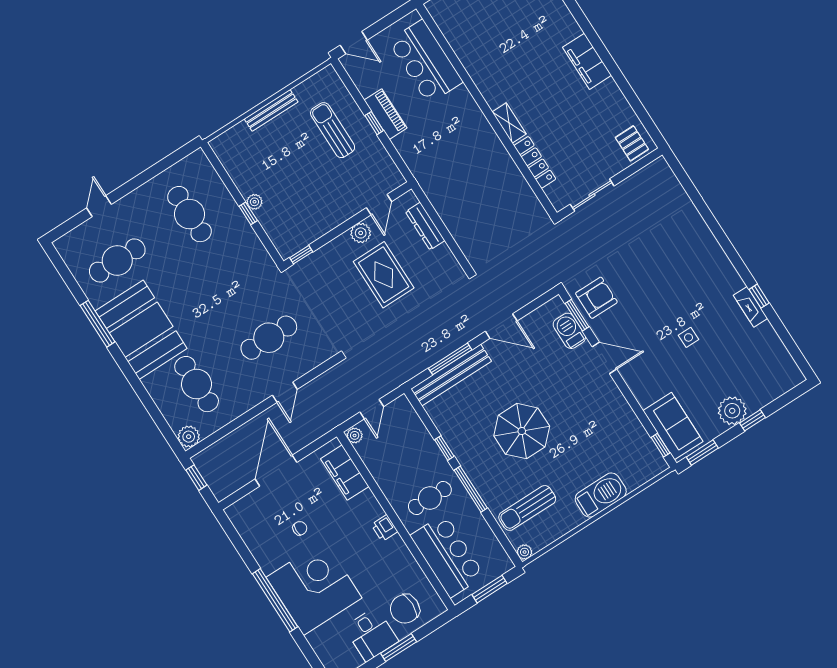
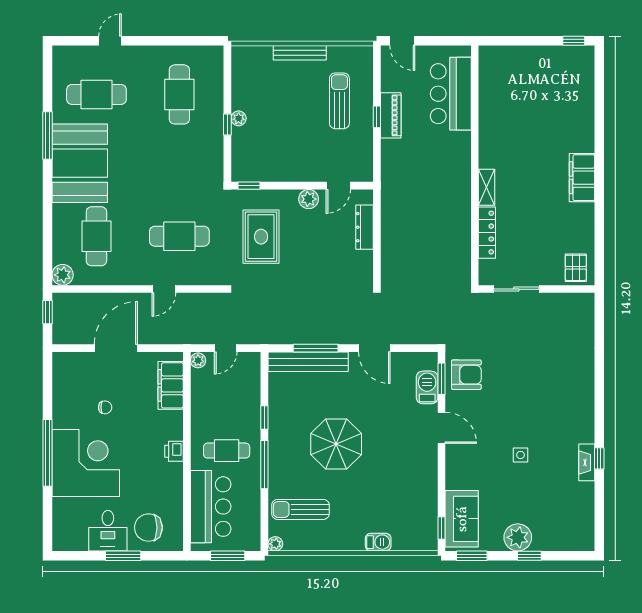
rug: (384, 275) -> (261, 237), moved
barbecue: (601, 495) -> (378, 542), width x0.53, depth x0.65

